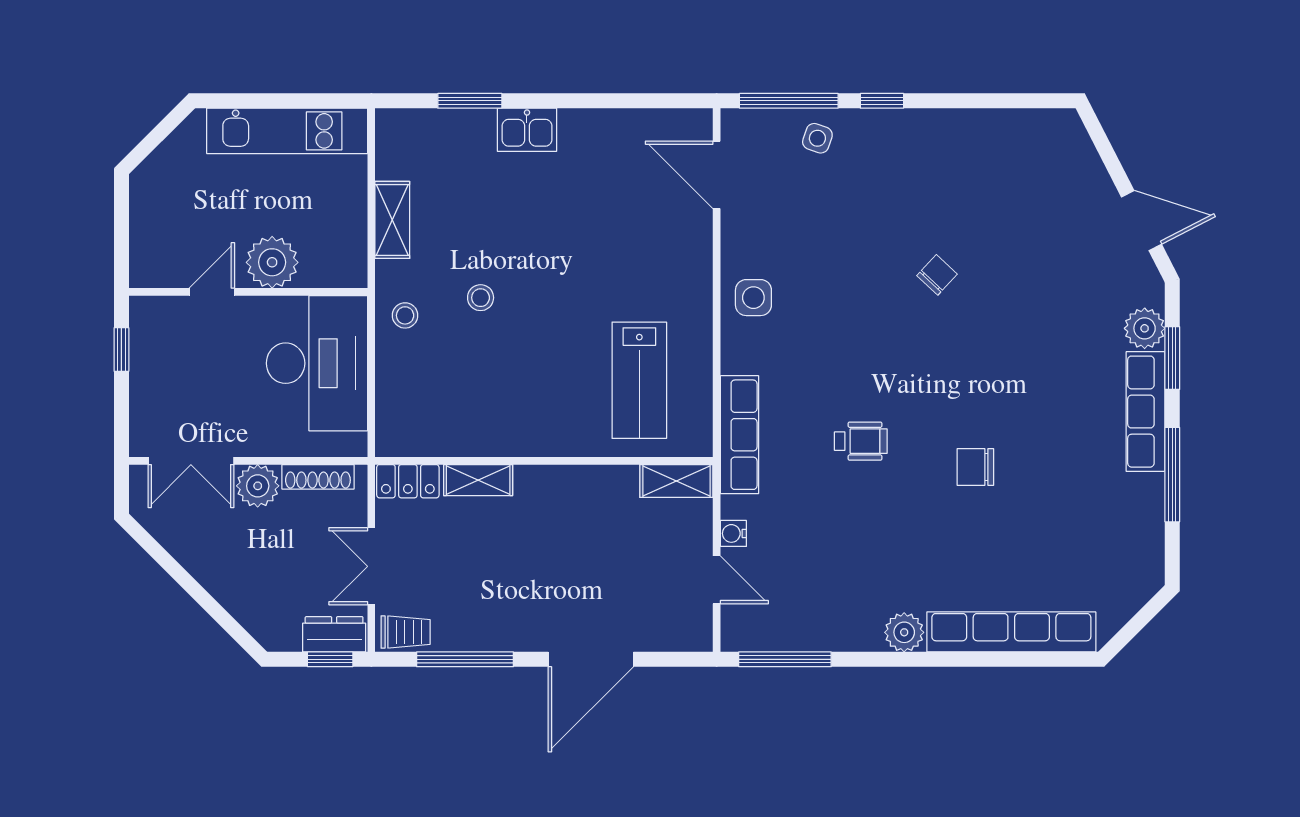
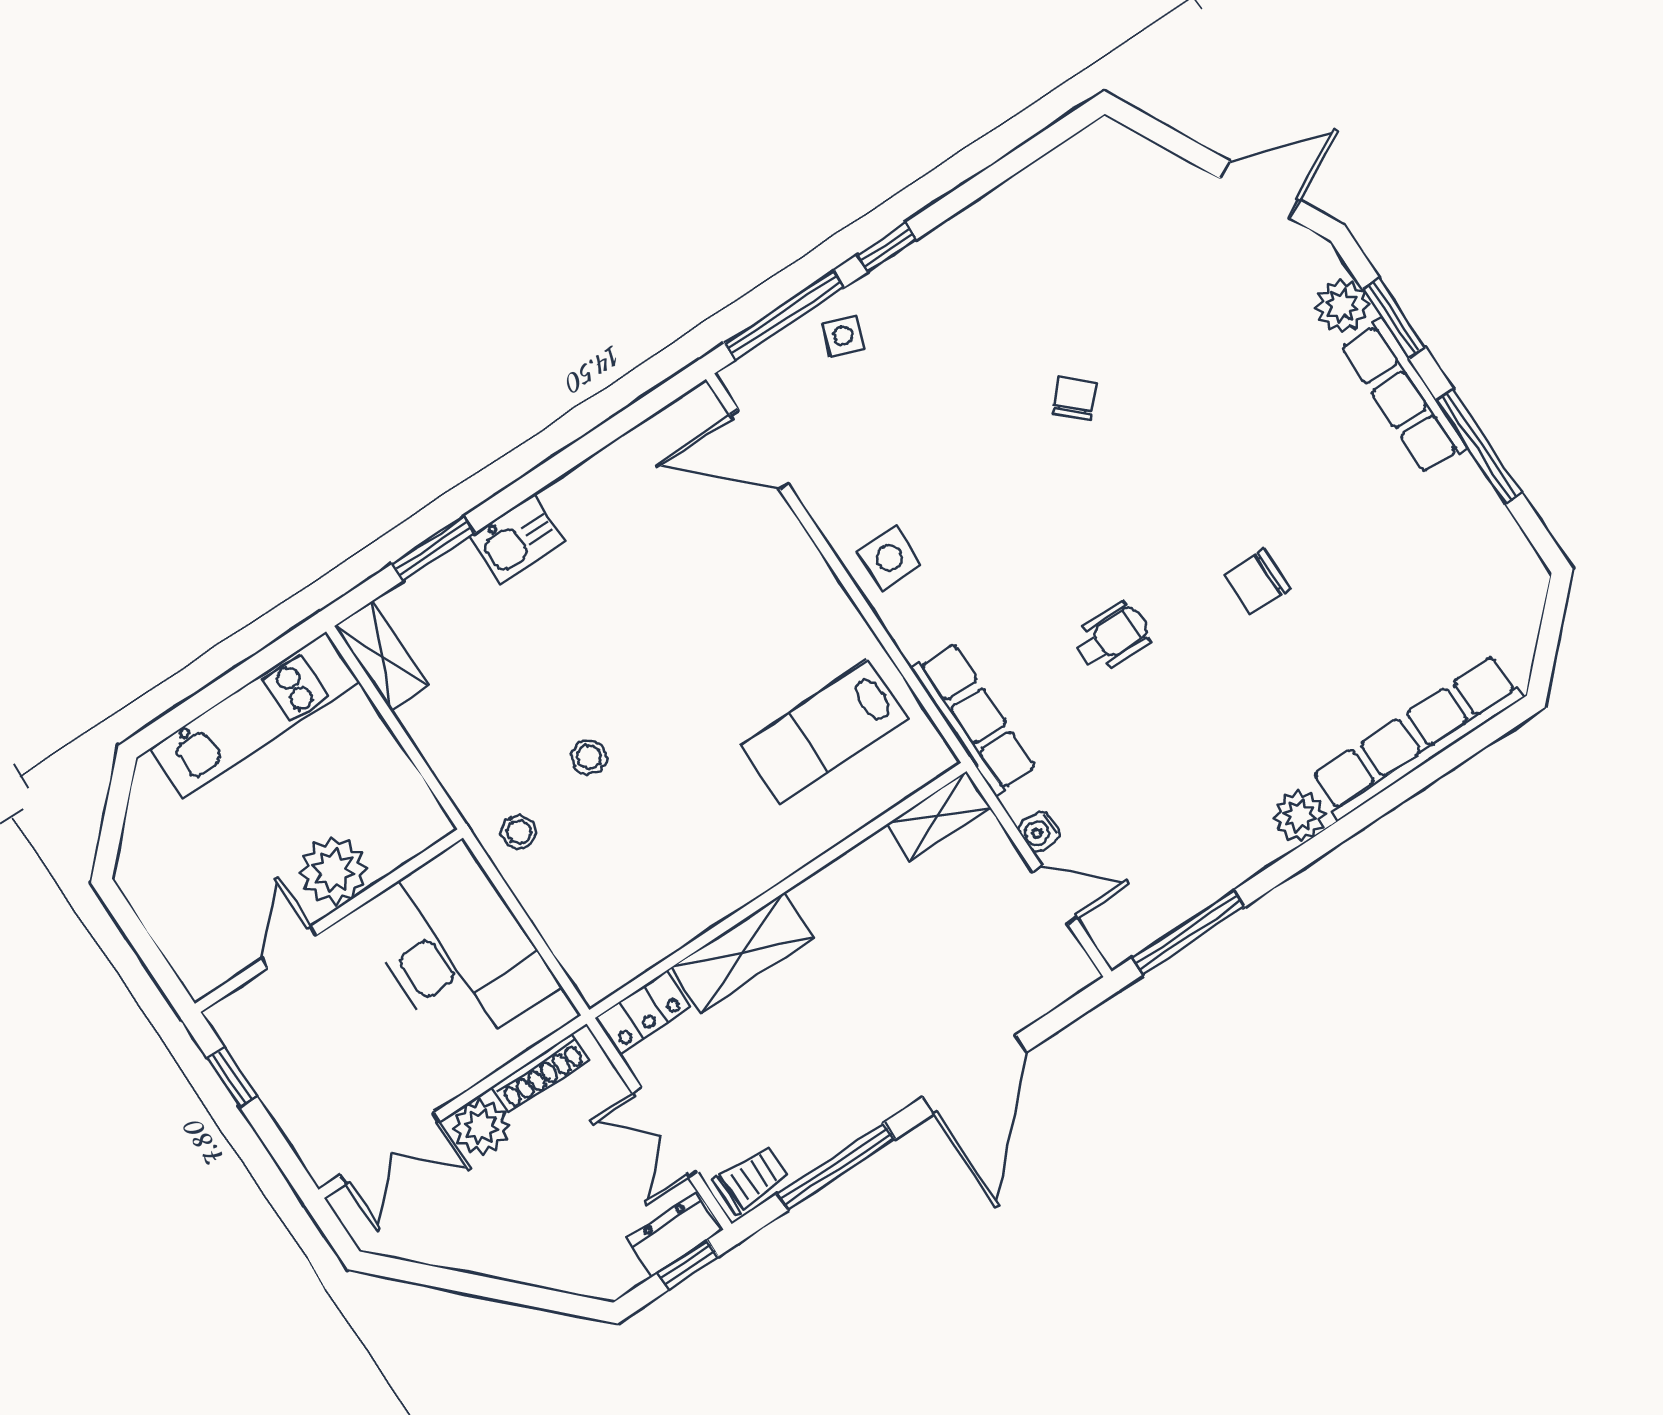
shelving: (392, 220) -> (381, 656), moved
lab bench: (639, 380) -> (824, 732), turned 90
shelving: (478, 480) -> (742, 953), width x1.50, depth x1.33

